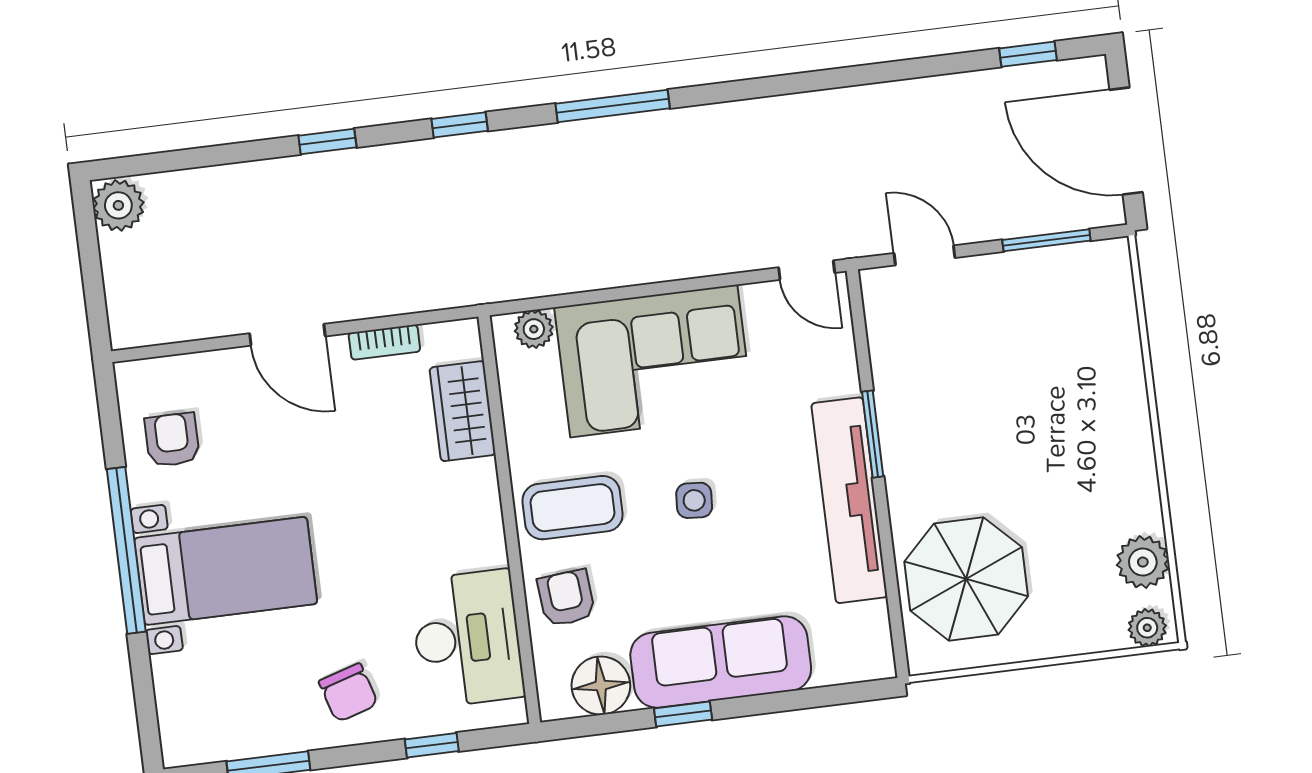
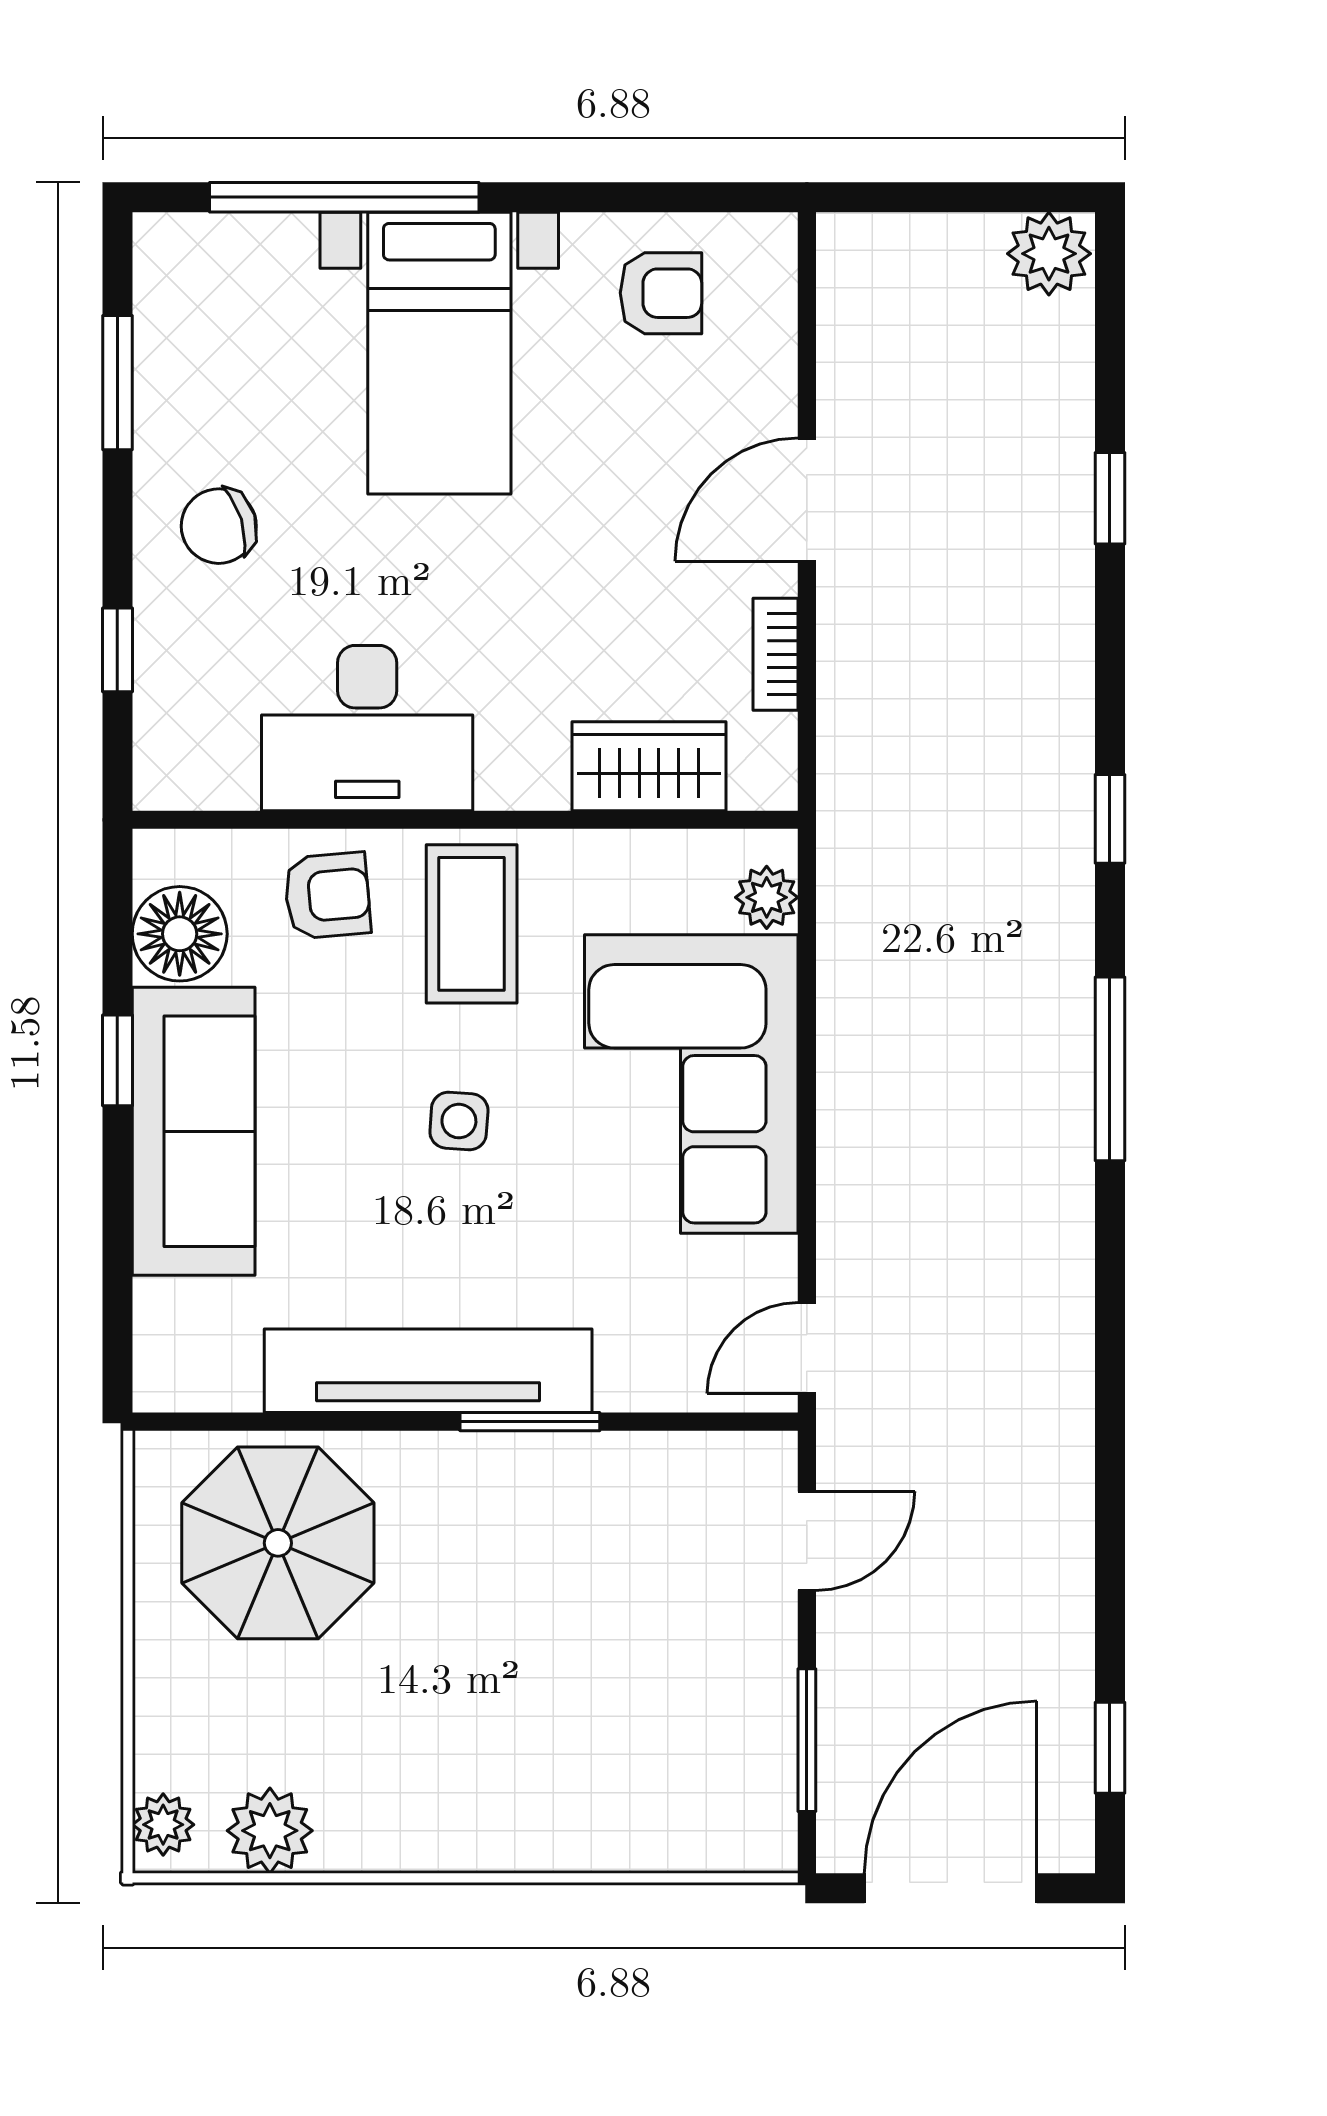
window: (327, 141) -> (1110, 498), moved
window: (126, 550) -> (344, 197), moved
desk: (467, 639) -> (367, 728), moved

